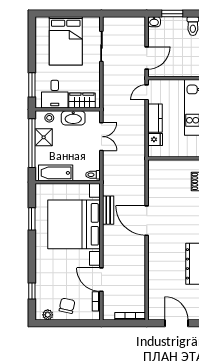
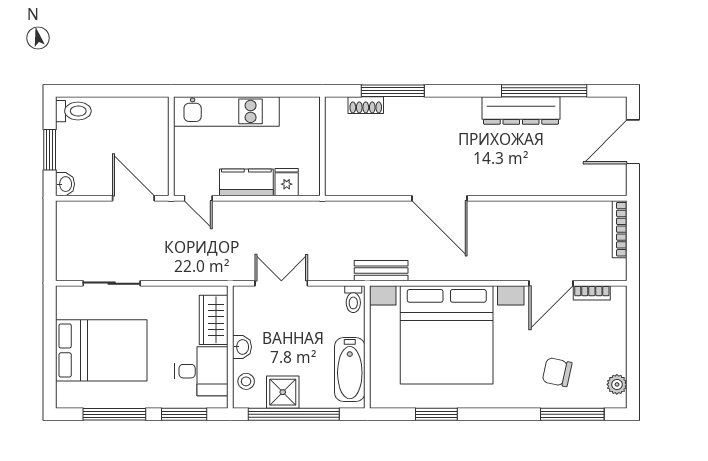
window: (32, 48) -> (114, 414), added
washbasin: (73, 118) -> (242, 347), width x0.52, depth x0.69
bench: (108, 210) -> (381, 271), moved
door: (147, 221) -> (440, 198), hinge flipped
window: (32, 291) -> (572, 414), width x2.17
chair: (67, 306) -> (557, 372), moved

